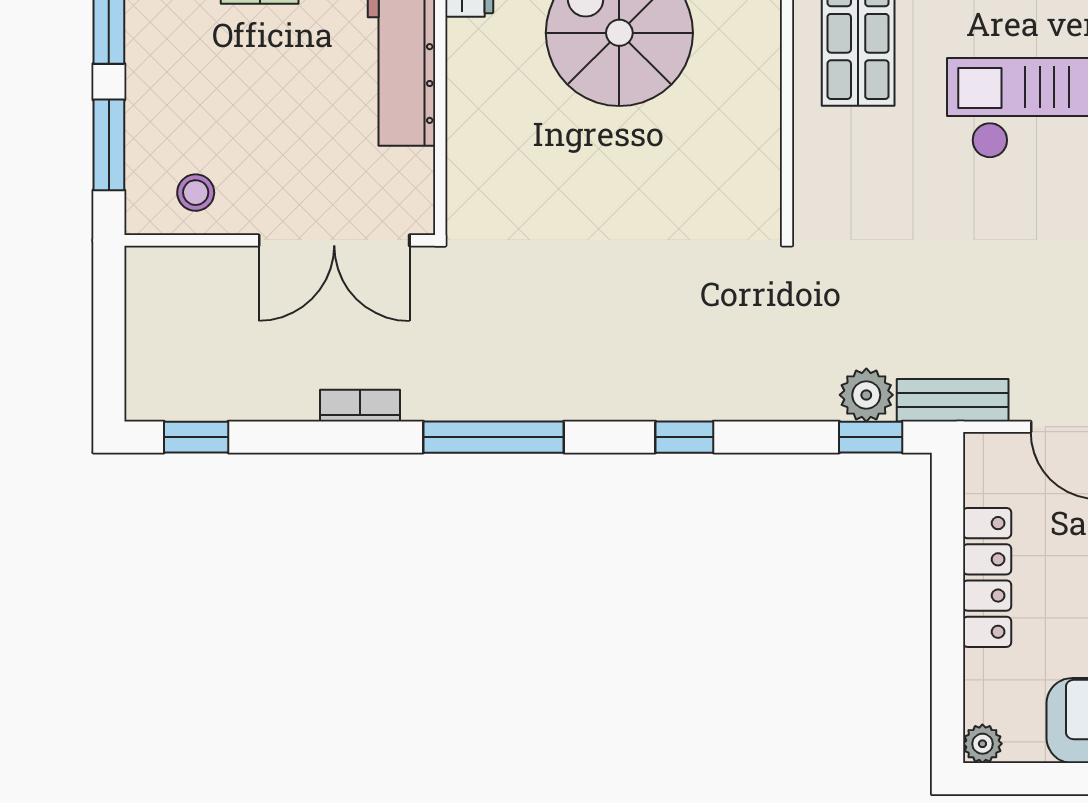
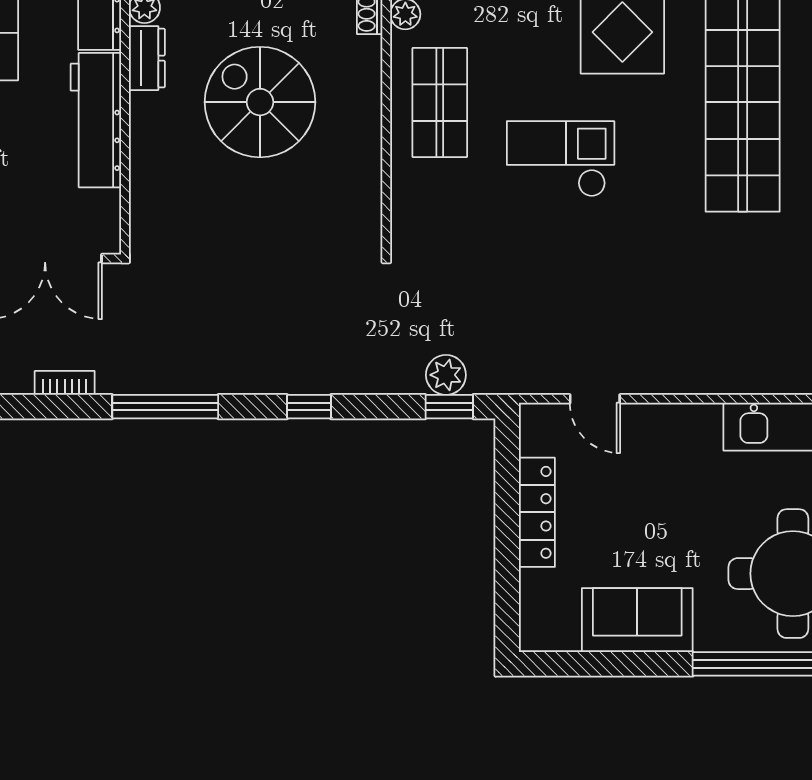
bench: (953, 400) -> (511, 379), removed
plant: (982, 744) -> (533, 638), removed

